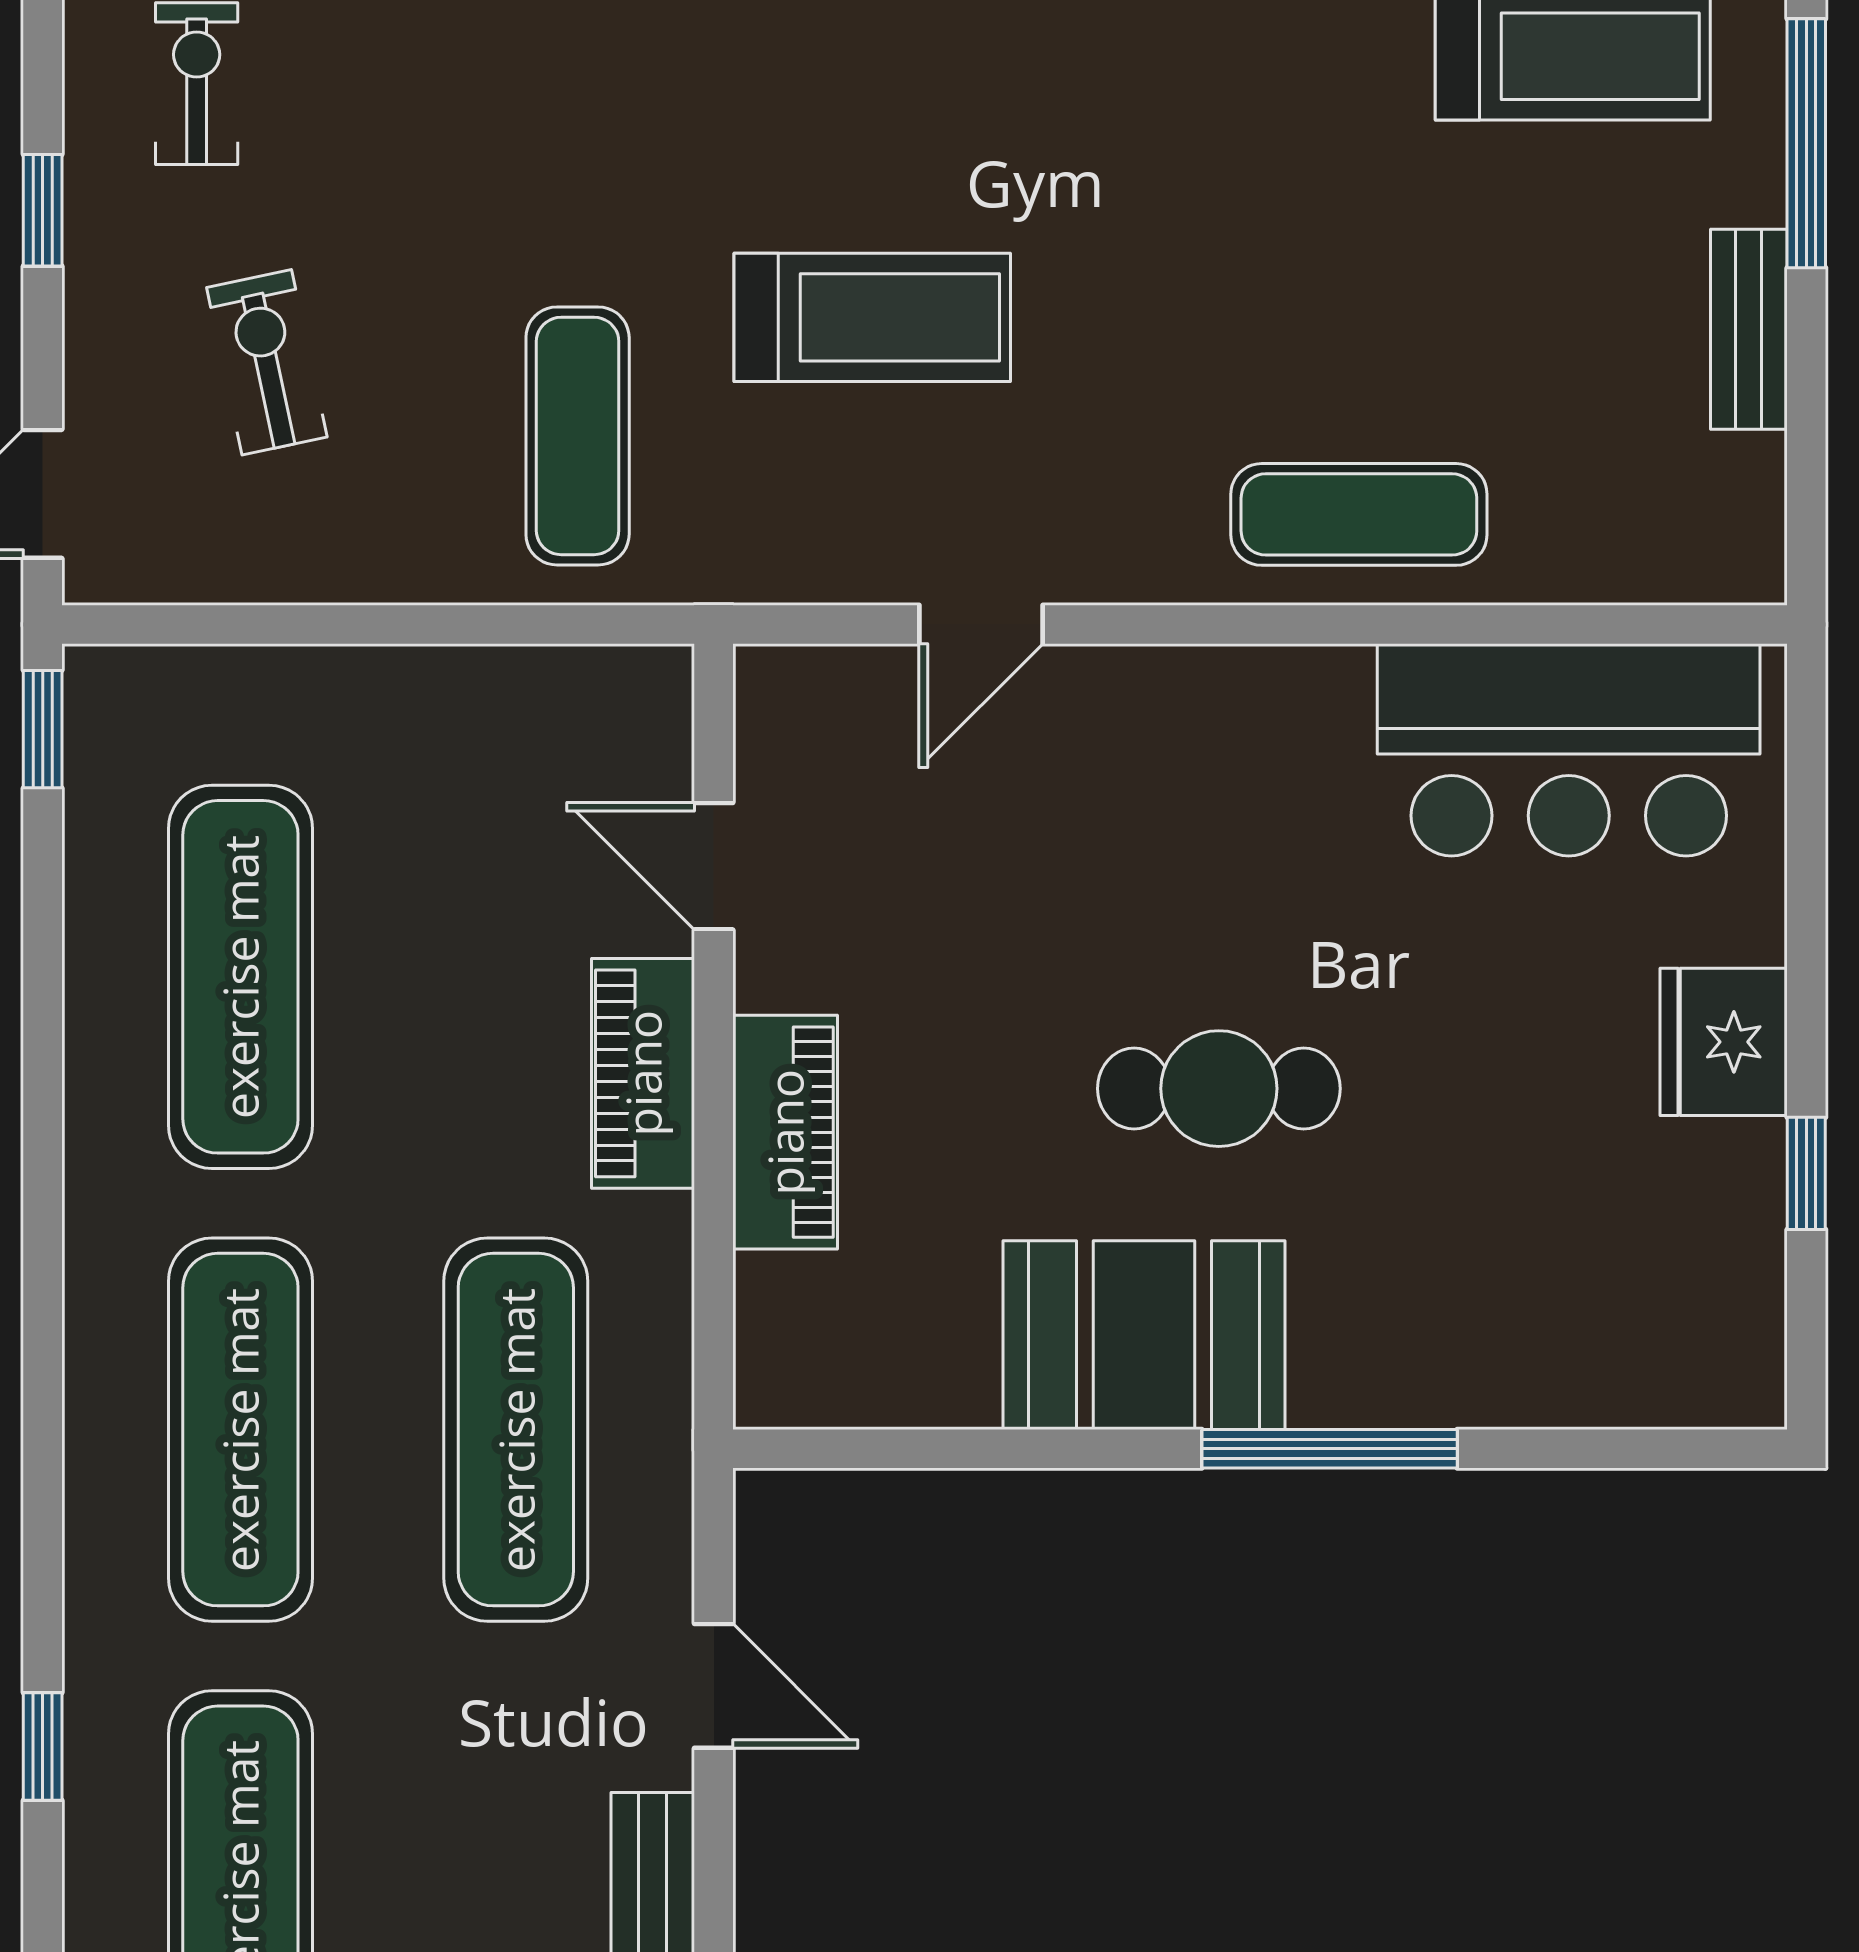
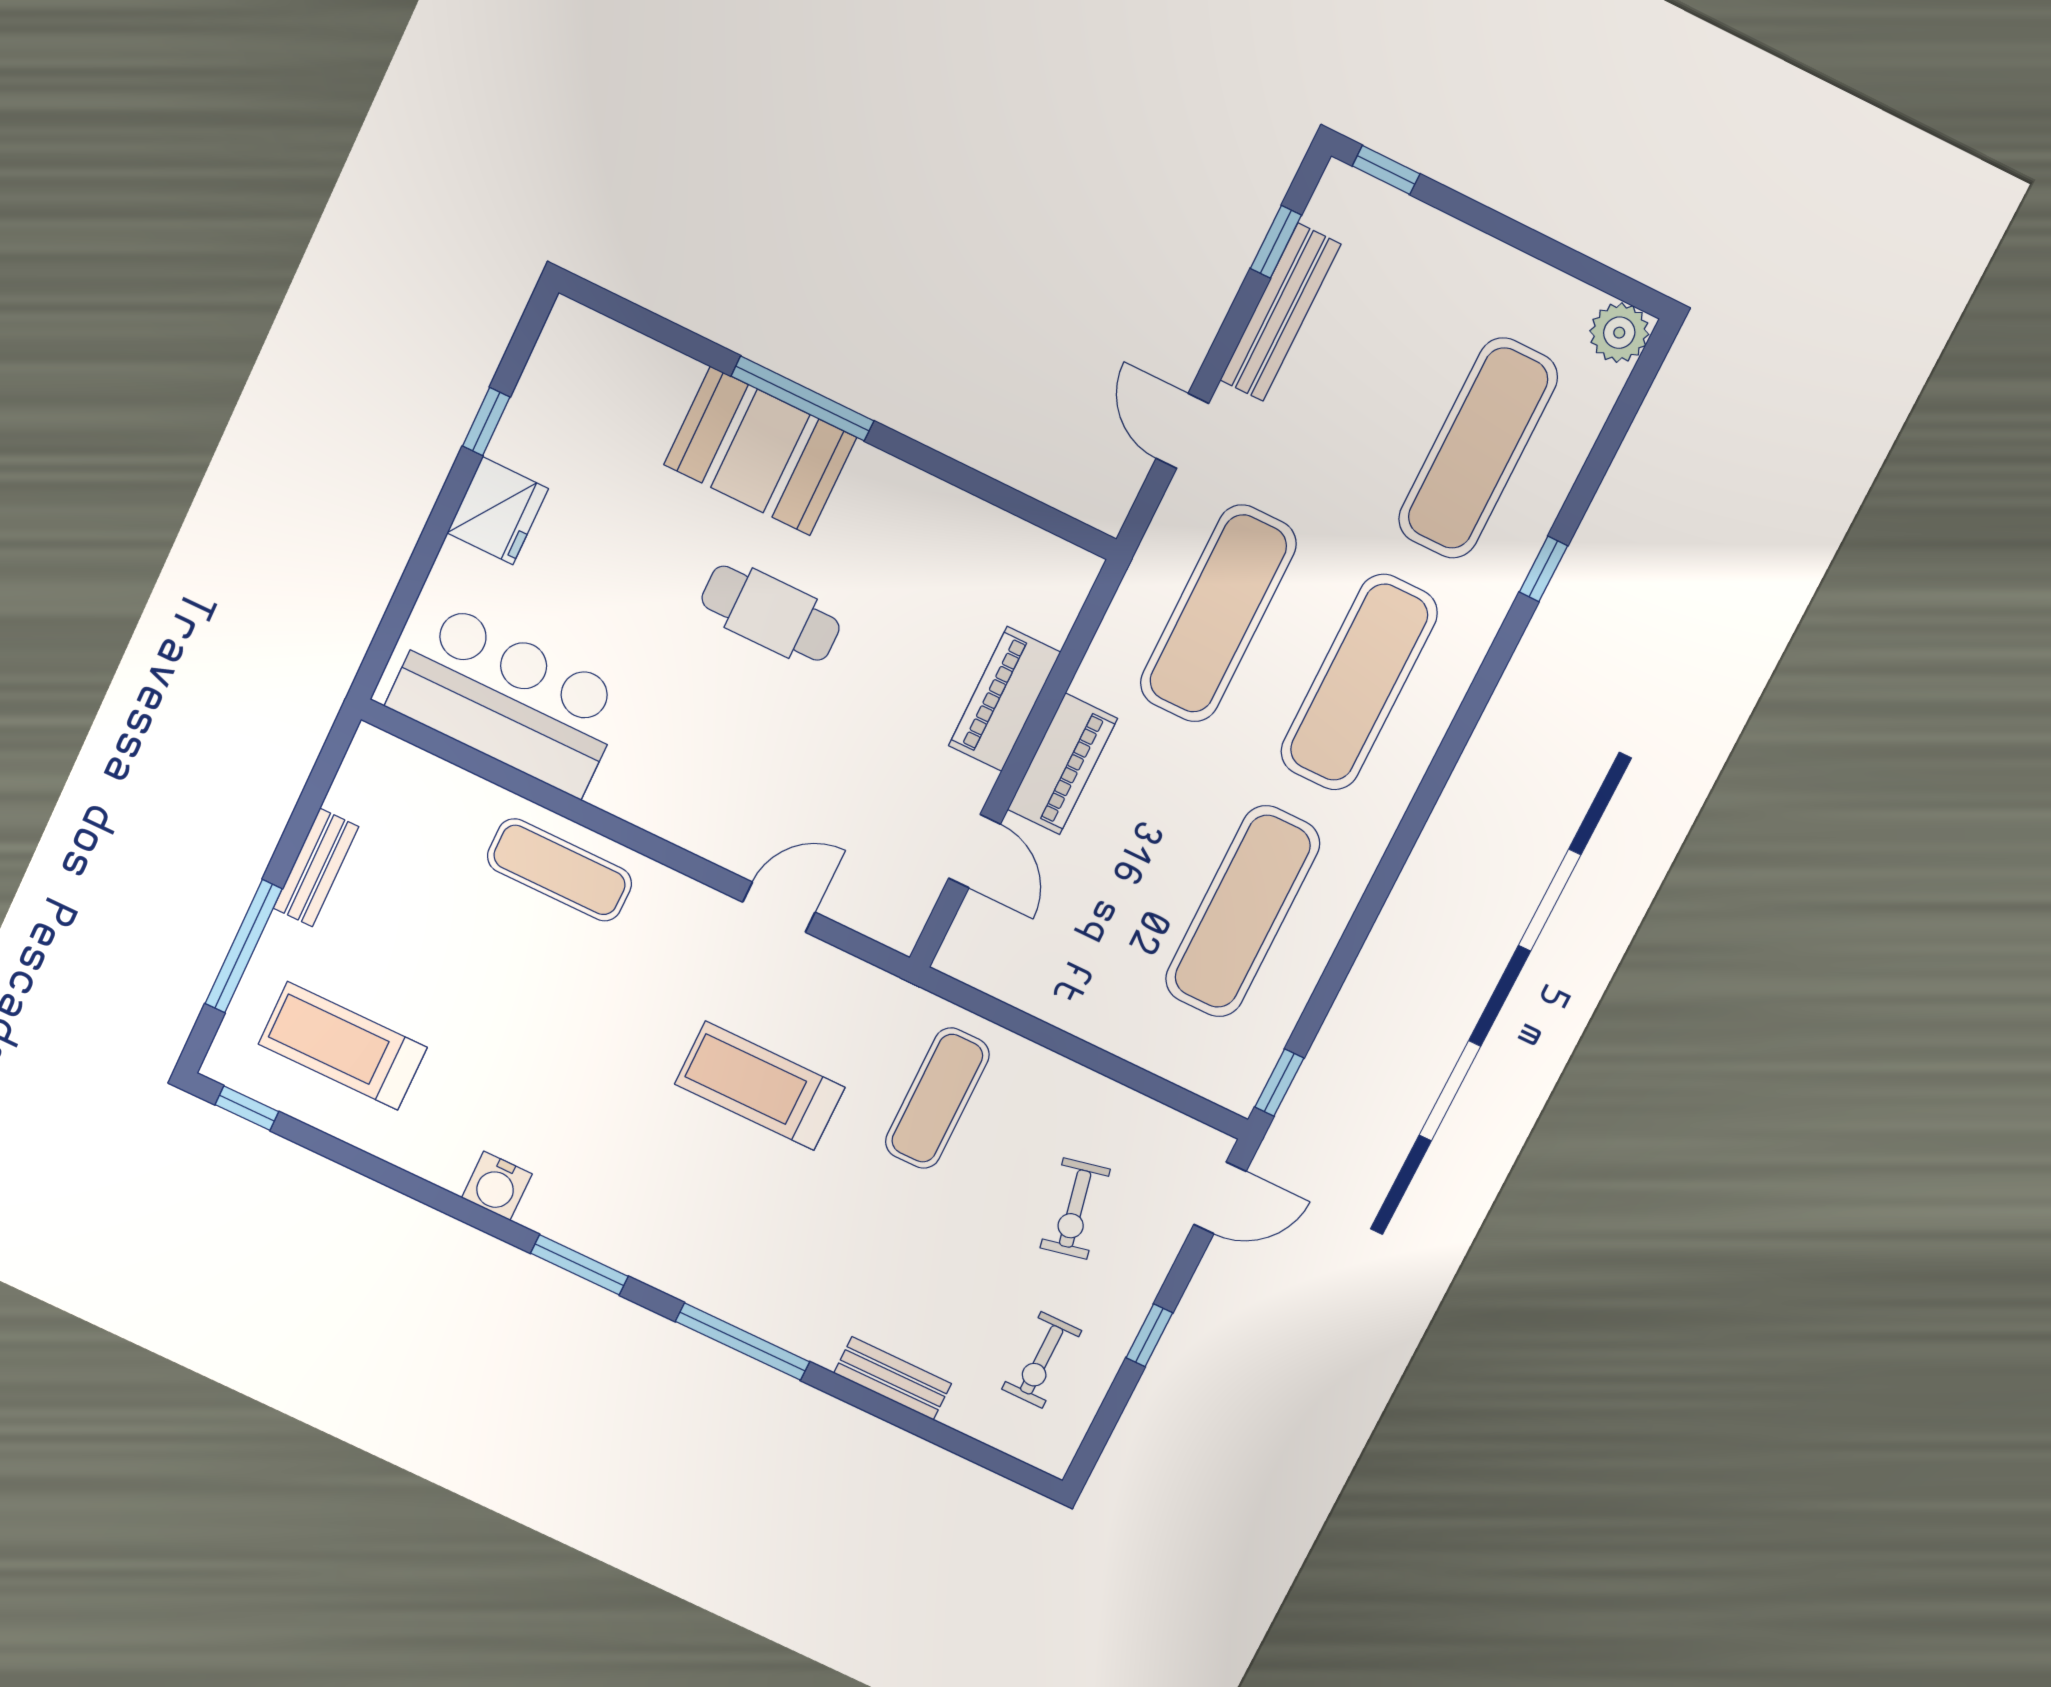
booth: (1144, 1335) -> (760, 451), moved

